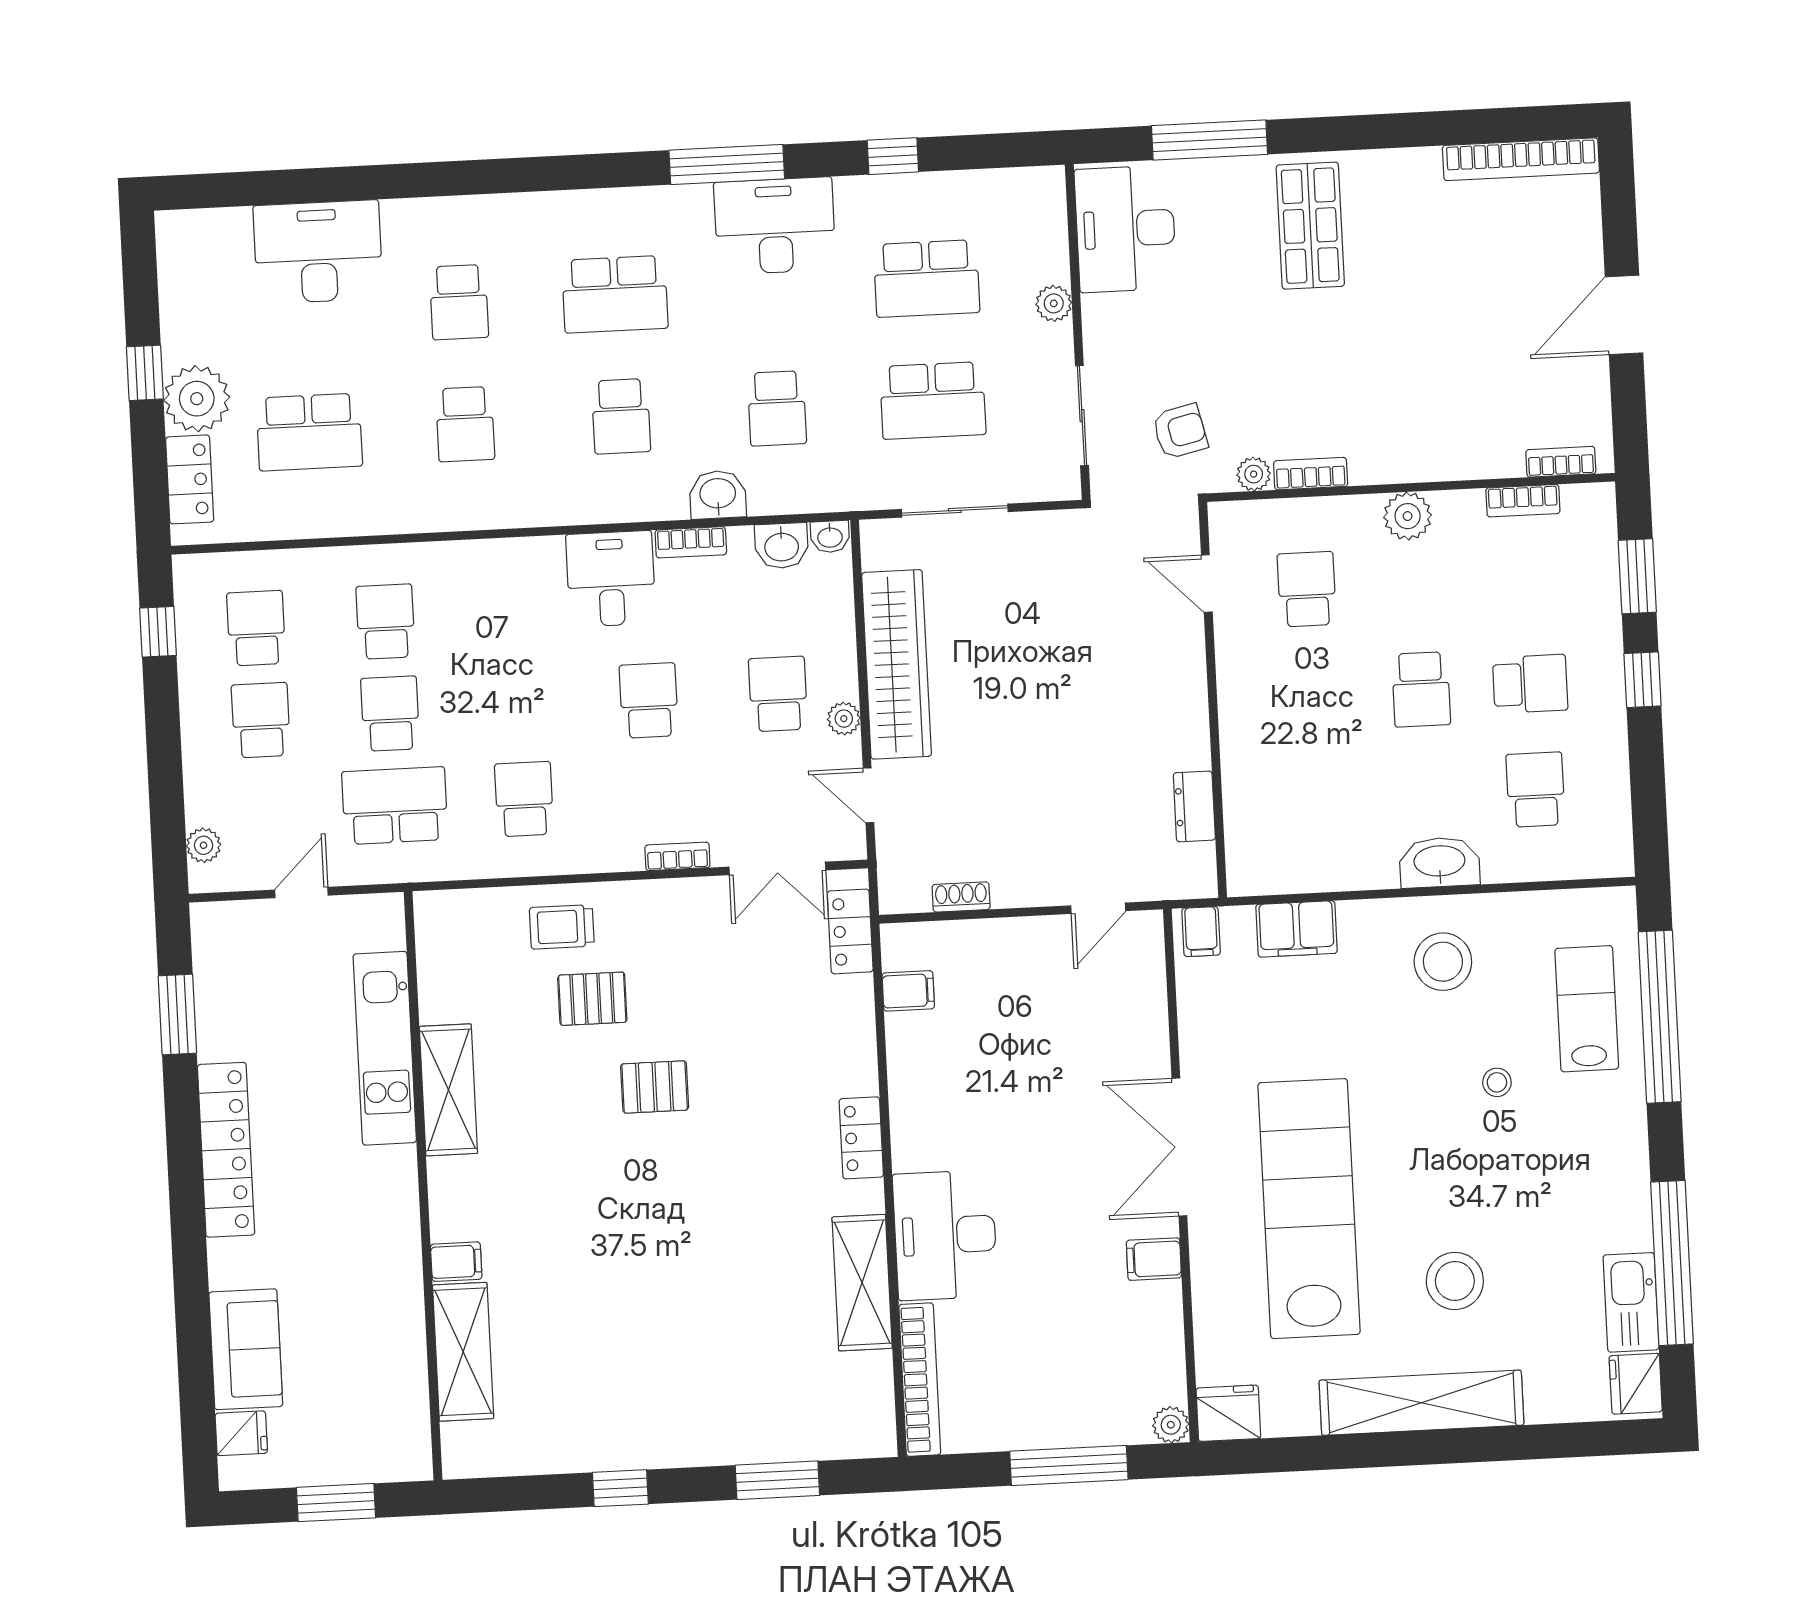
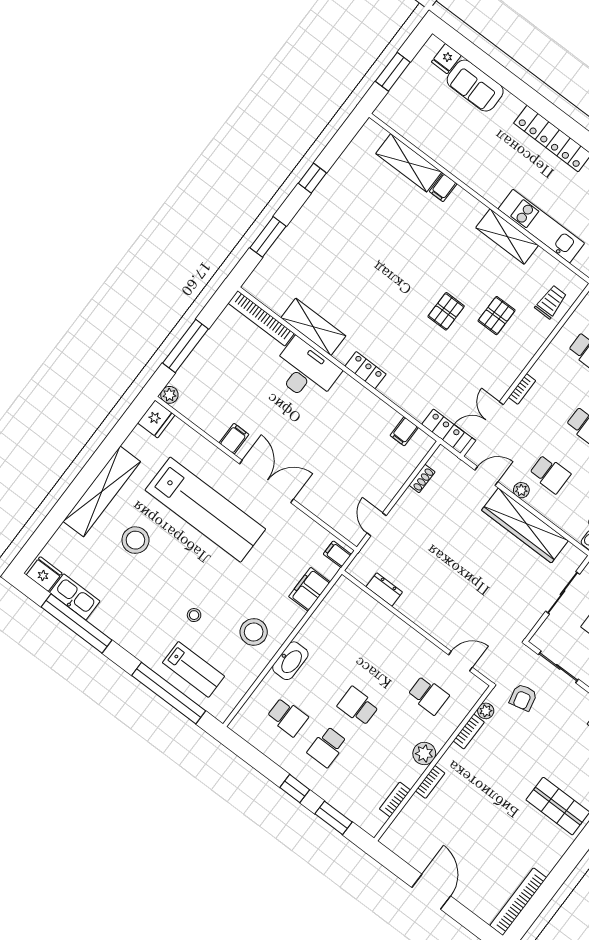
bookcase: (1561, 462) -> (430, 782), moved
trolley: (562, 927) -> (551, 302), moved

